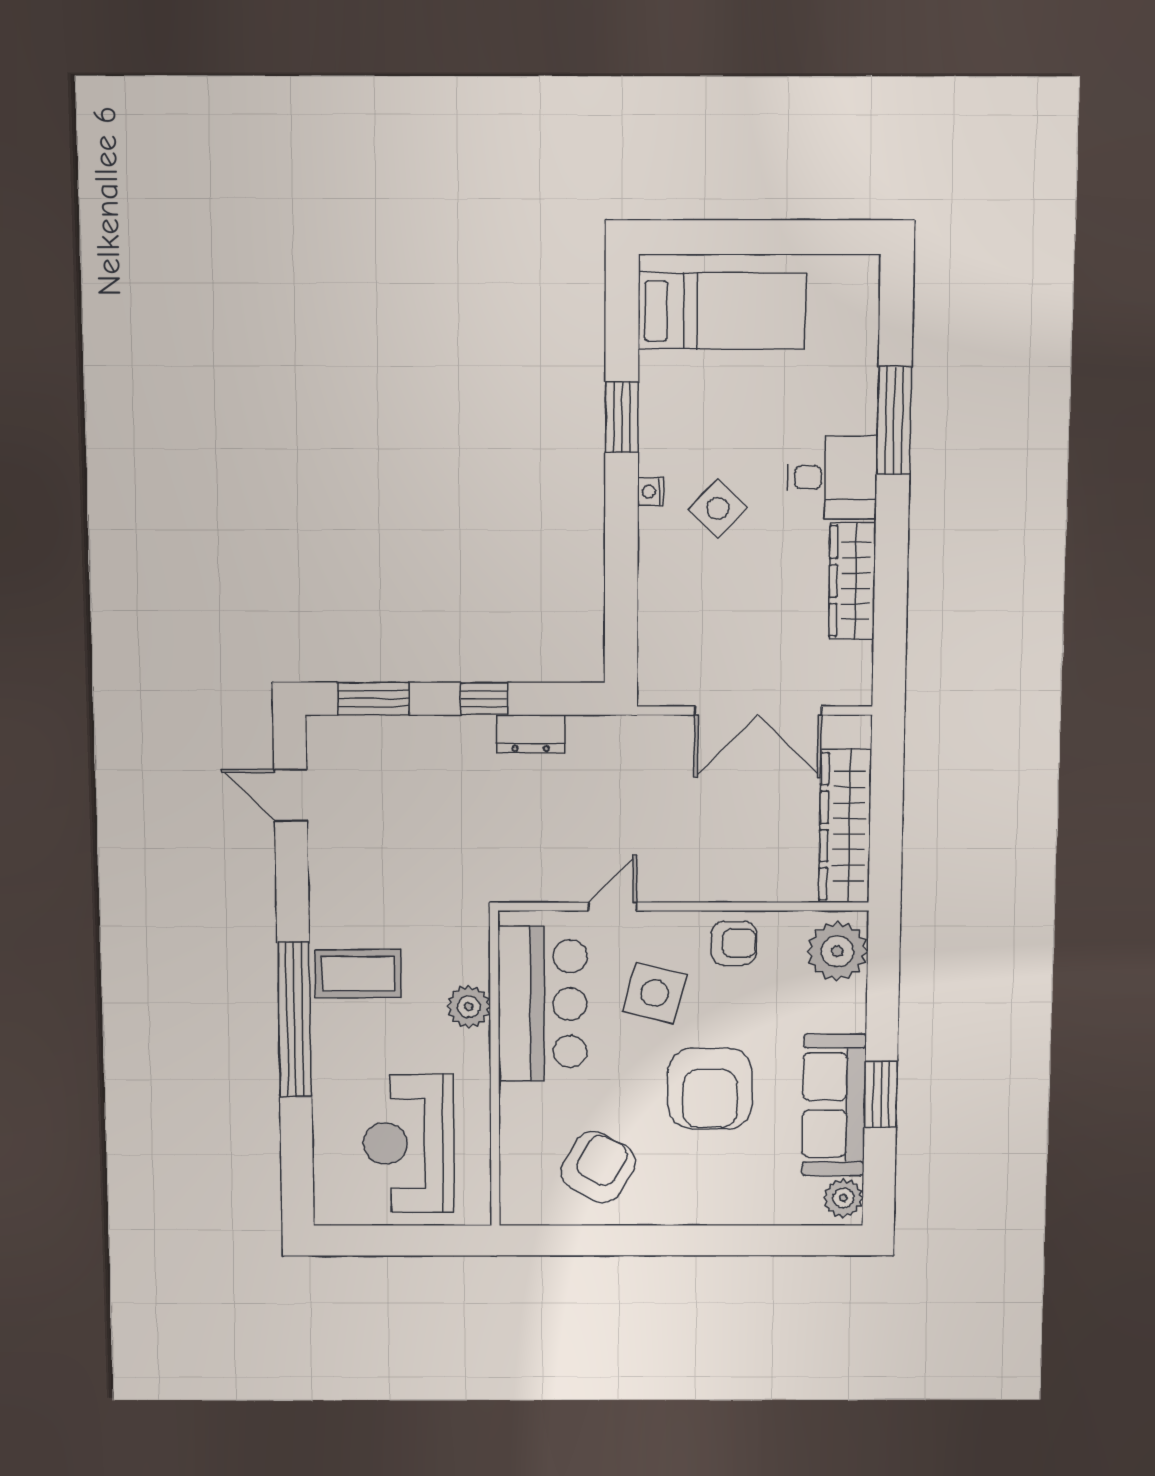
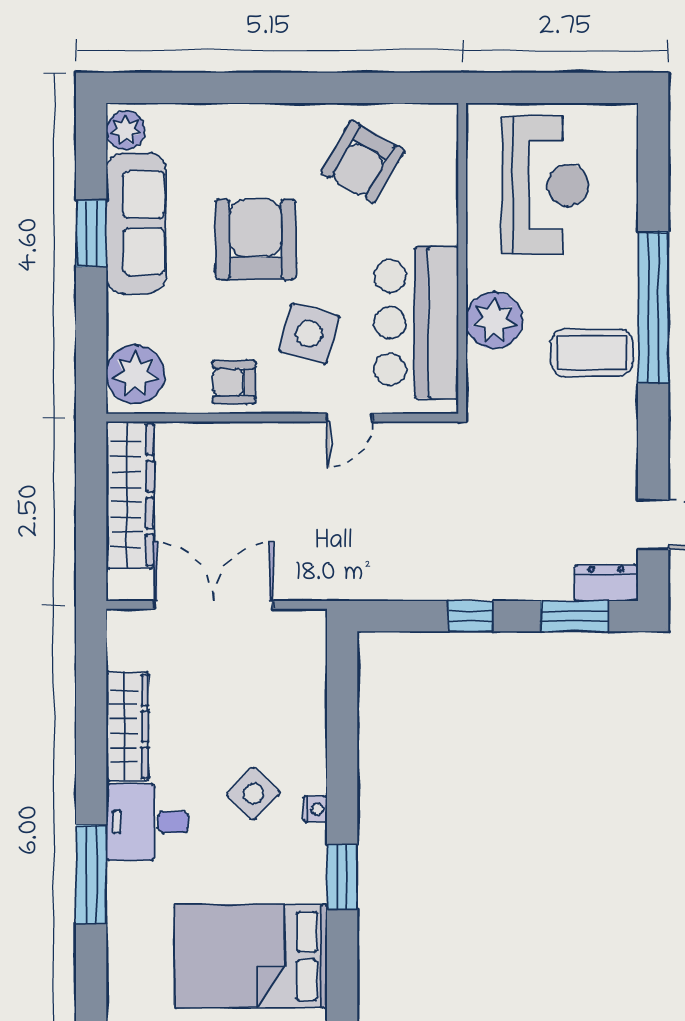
bed: (722, 311) -> (251, 956), width x1.50
dresser: (531, 734) -> (606, 583), moved
plant: (469, 1007) -> (494, 320), width x1.36, depth x1.36

